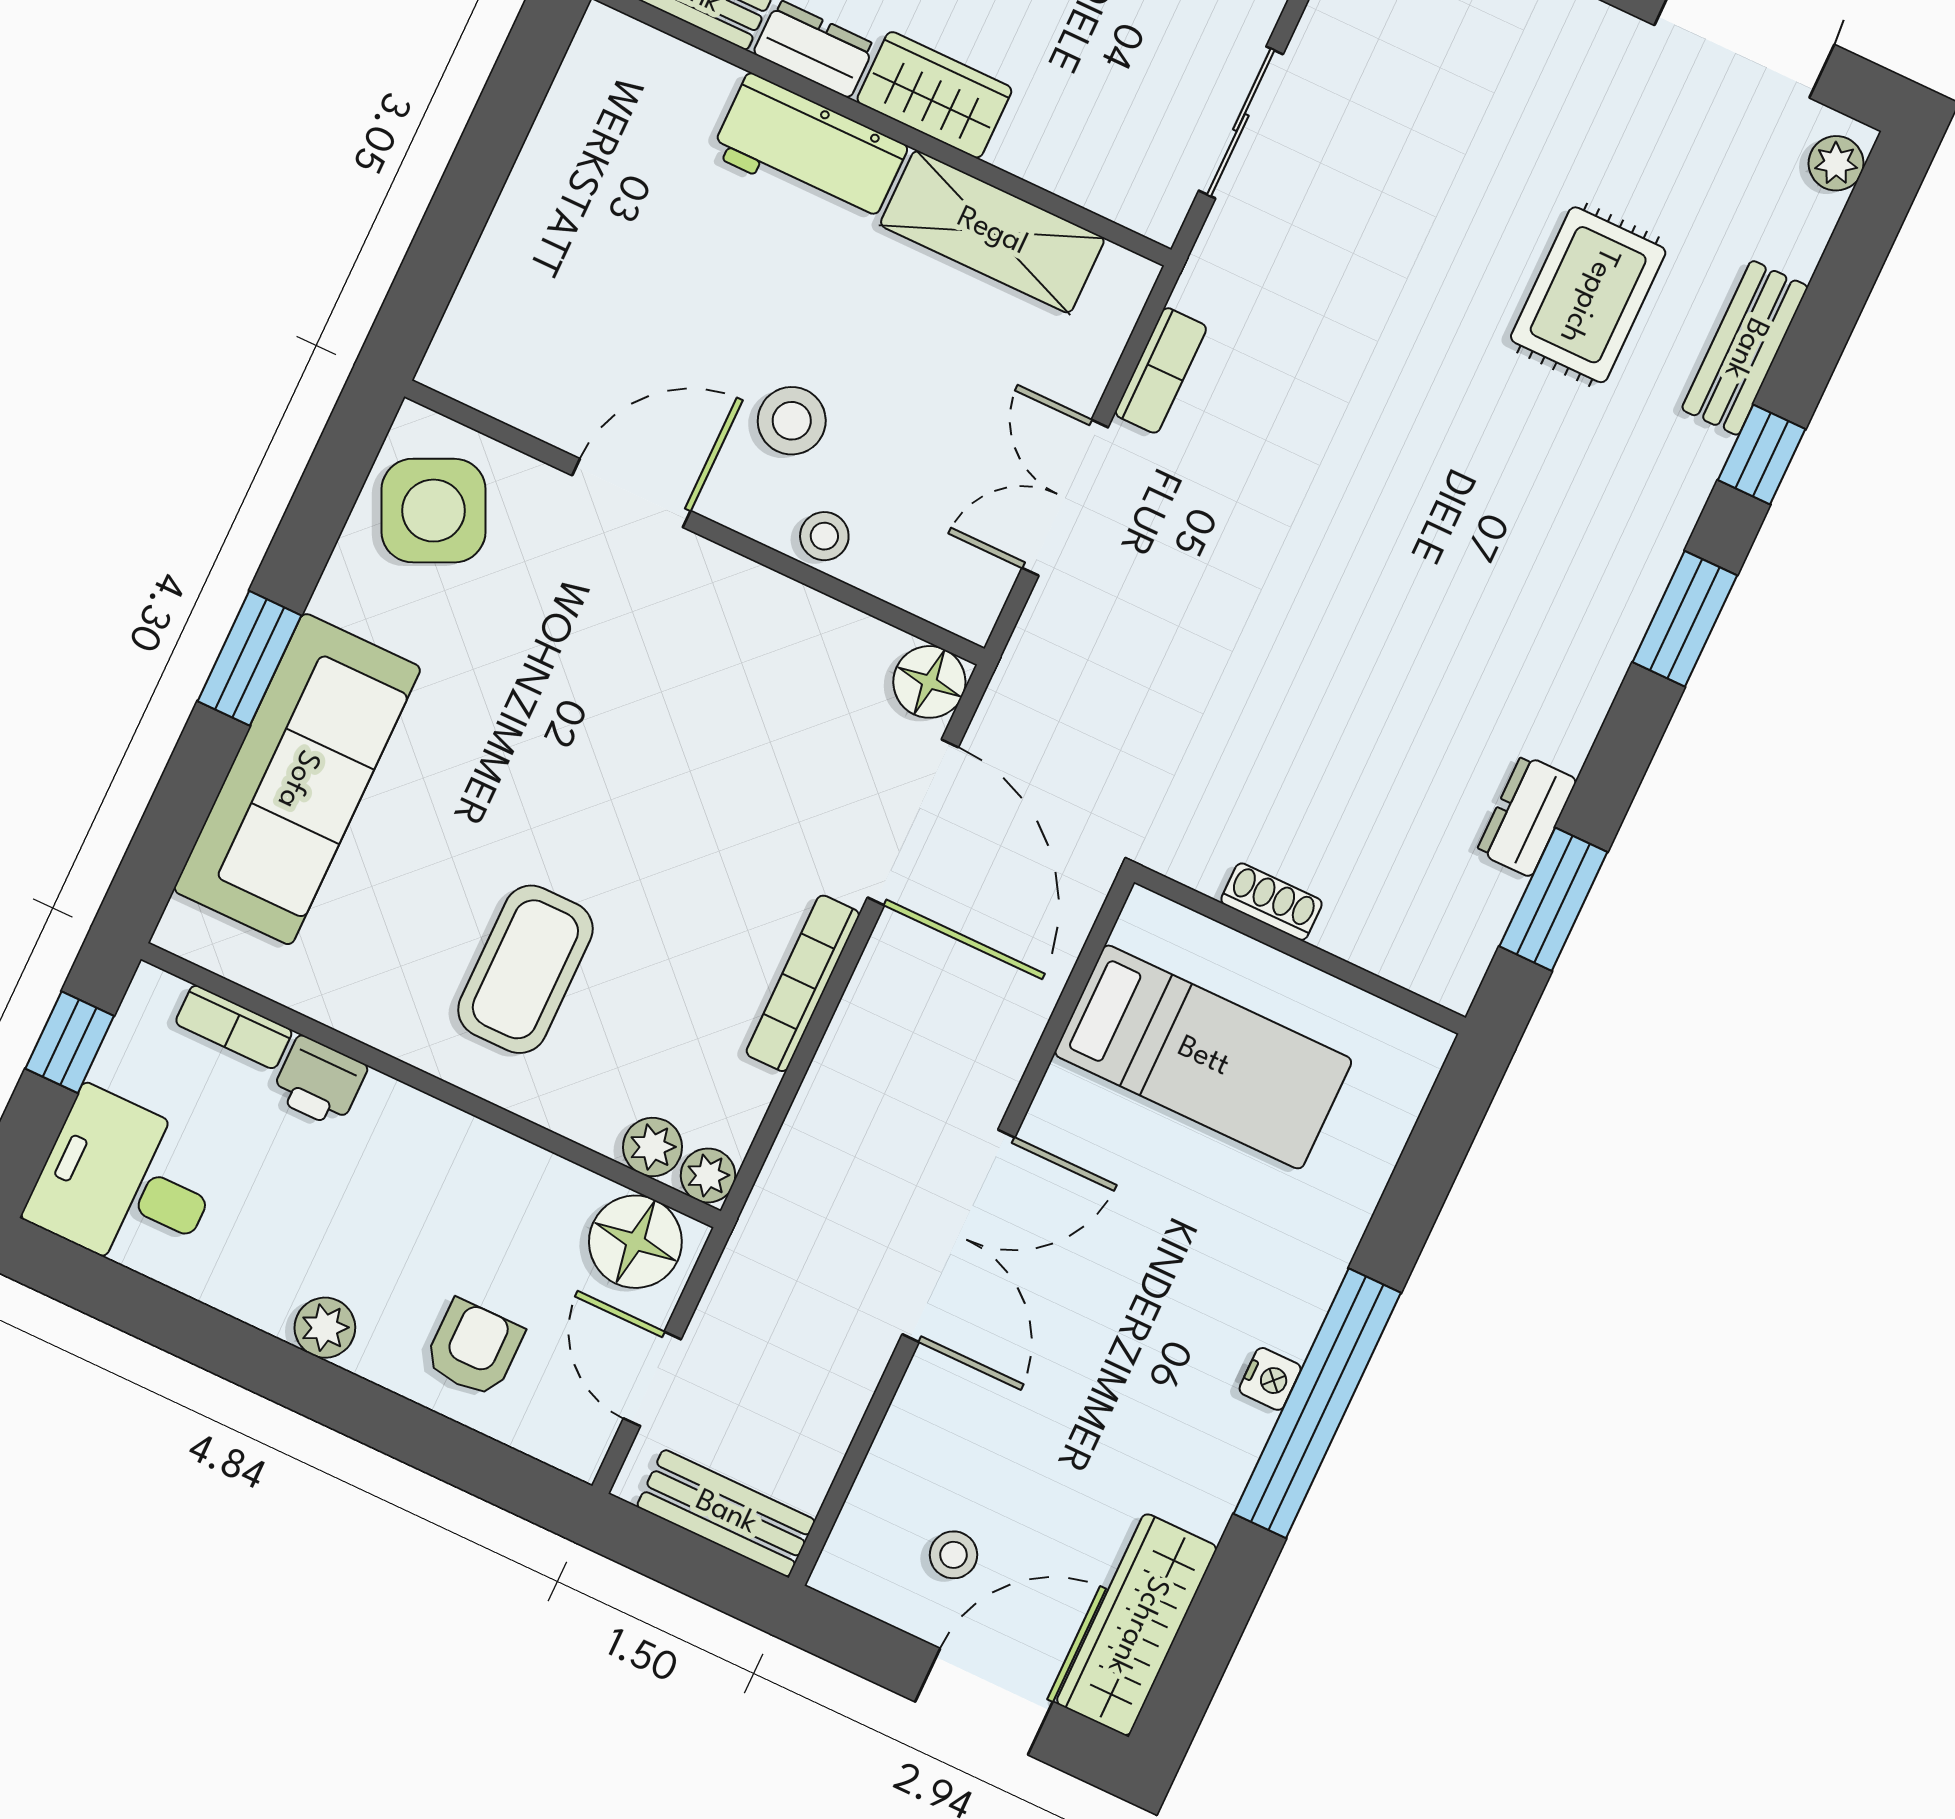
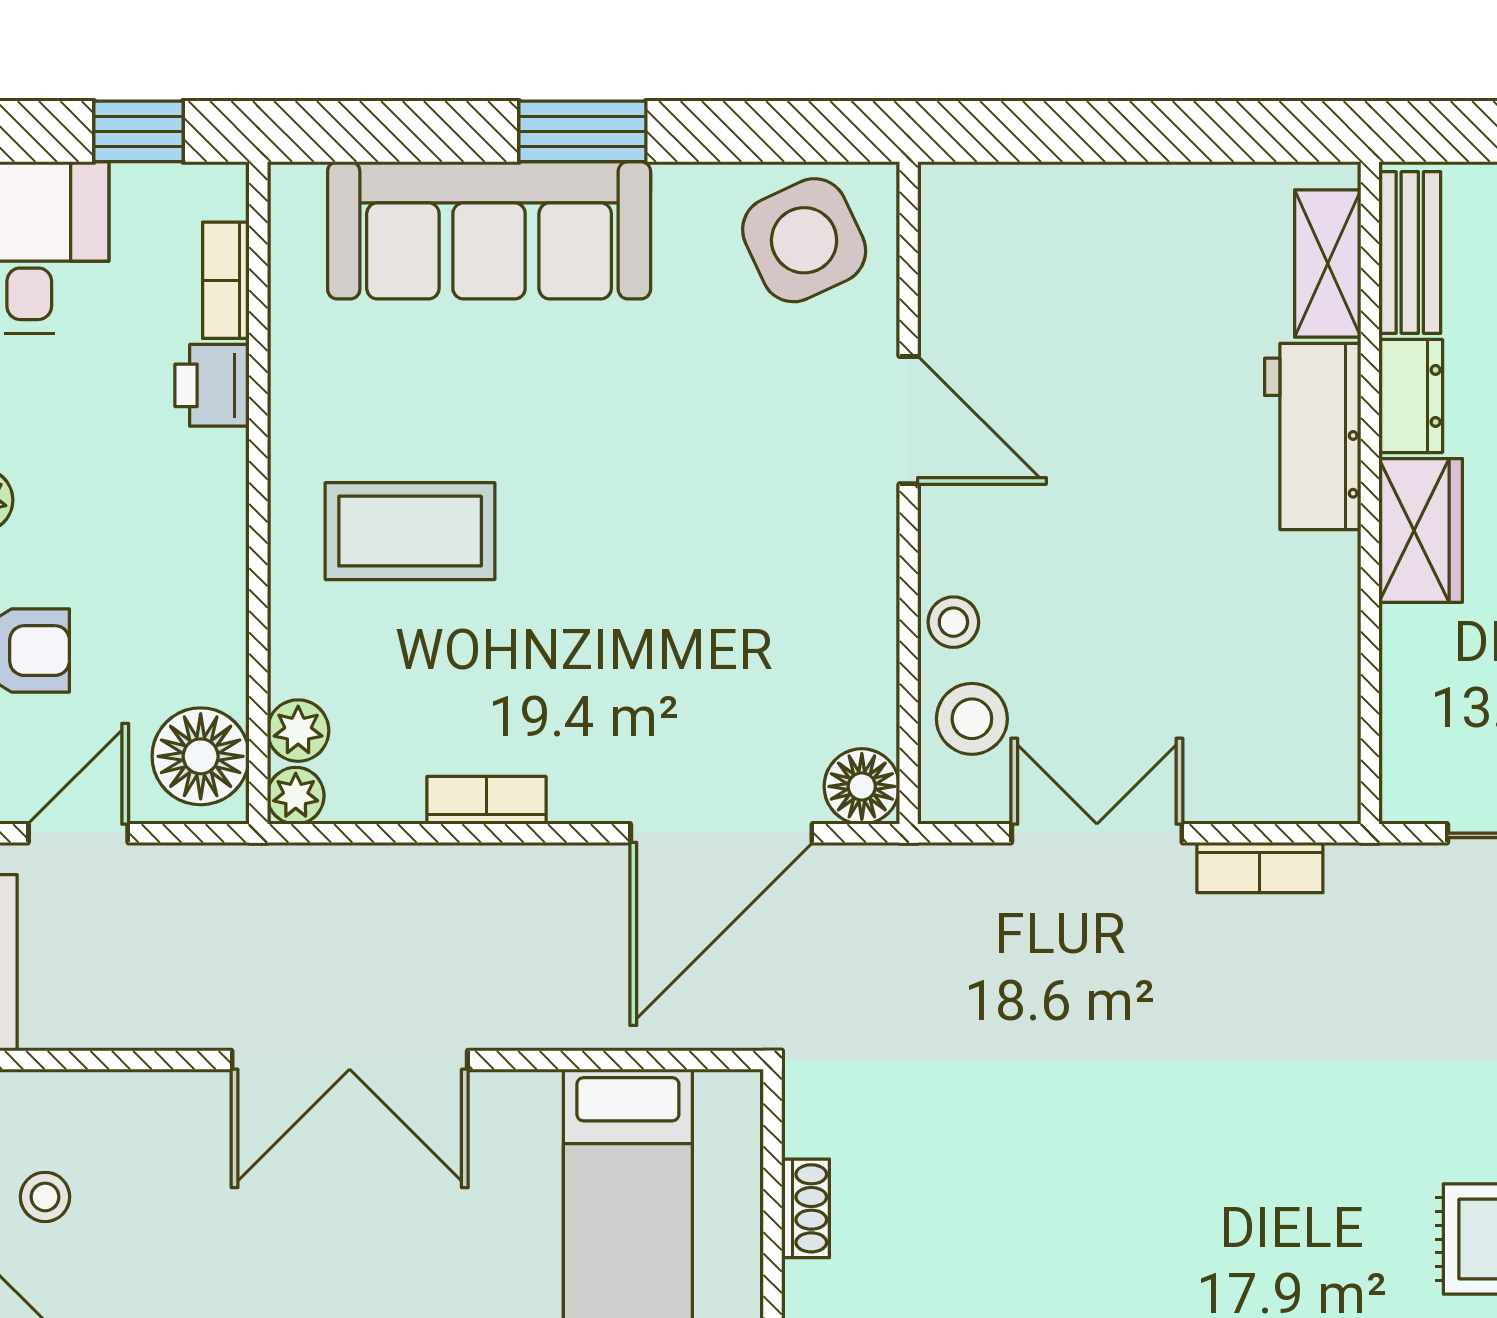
shelving: (992, 232) -> (1328, 264), moved, width x0.67, depth x0.75
stool: (792, 421) -> (972, 719), moved
bookcase: (803, 983) -> (486, 800), width x0.64

